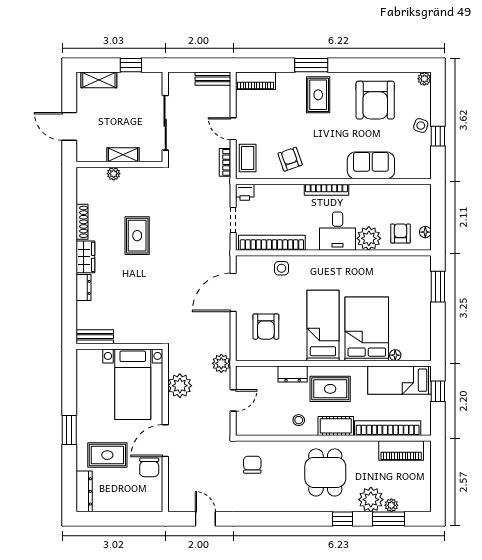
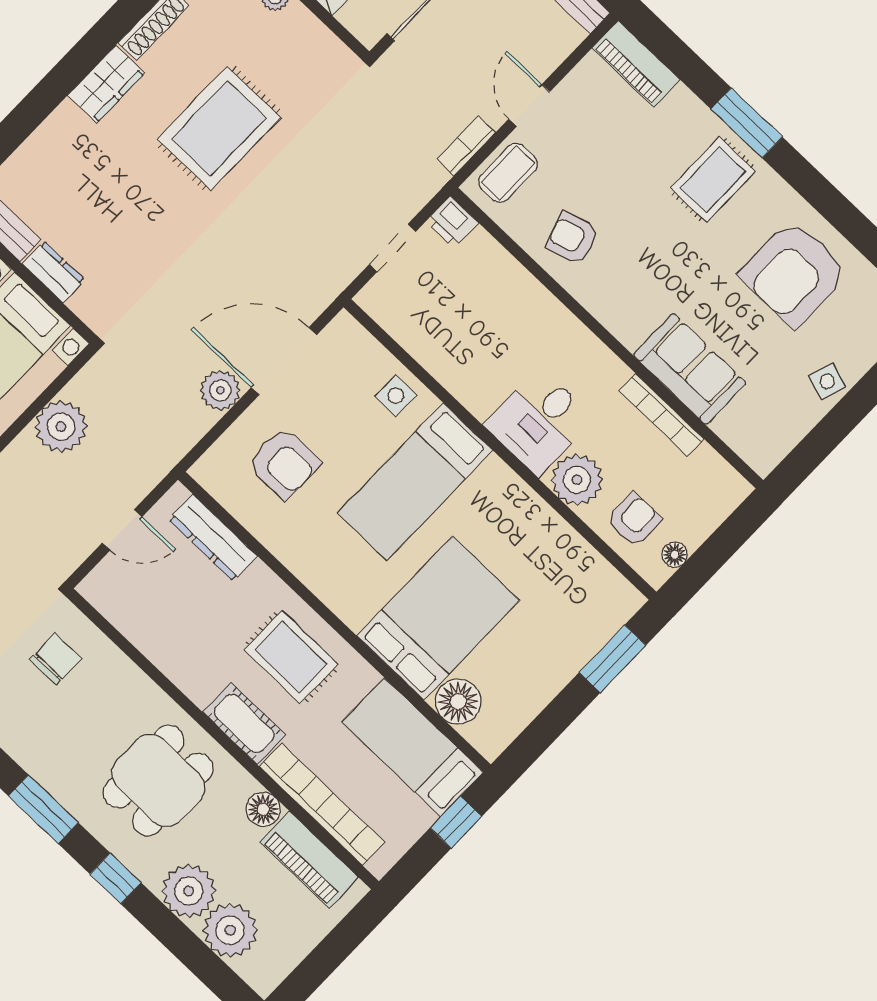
window: (438, 136) -> (838, 424), removed
armchair: (290, 159) -> (573, 238), turned -88
bookcase: (327, 190) -> (661, 415), moved
rug: (137, 236) -> (219, 128), width x1.36, depth x1.43
bookcase: (272, 243) -> (419, 341), removed
dresser: (83, 287) -> (54, 272), moved, turned -90
bed: (323, 325) -> (415, 482), moved, turned 180
armchair: (266, 327) -> (284, 463), turned -90
floor lamp: (395, 355) -> (458, 702), width x1.89, depth x1.89
plant: (221, 363) -> (220, 390), moved
dresser: (293, 374) -> (213, 538), moved, width x1.44
stool: (299, 420) -> (195, 659), removed
floor lamp: (370, 448) -> (263, 809), added
plant: (391, 505) -> (230, 930), width x1.88, depth x1.88
window: (389, 519) -> (43, 809), moved

